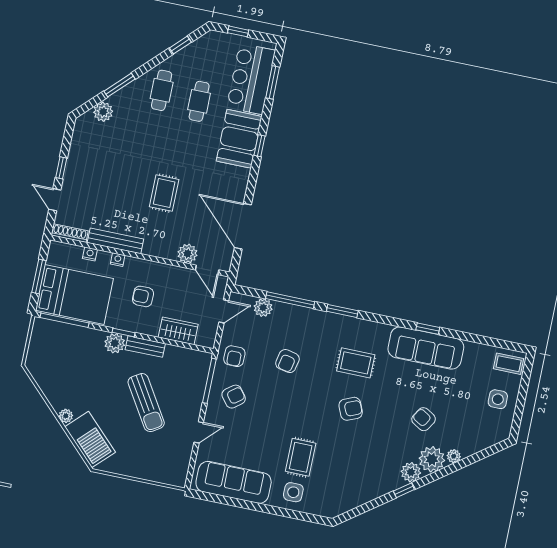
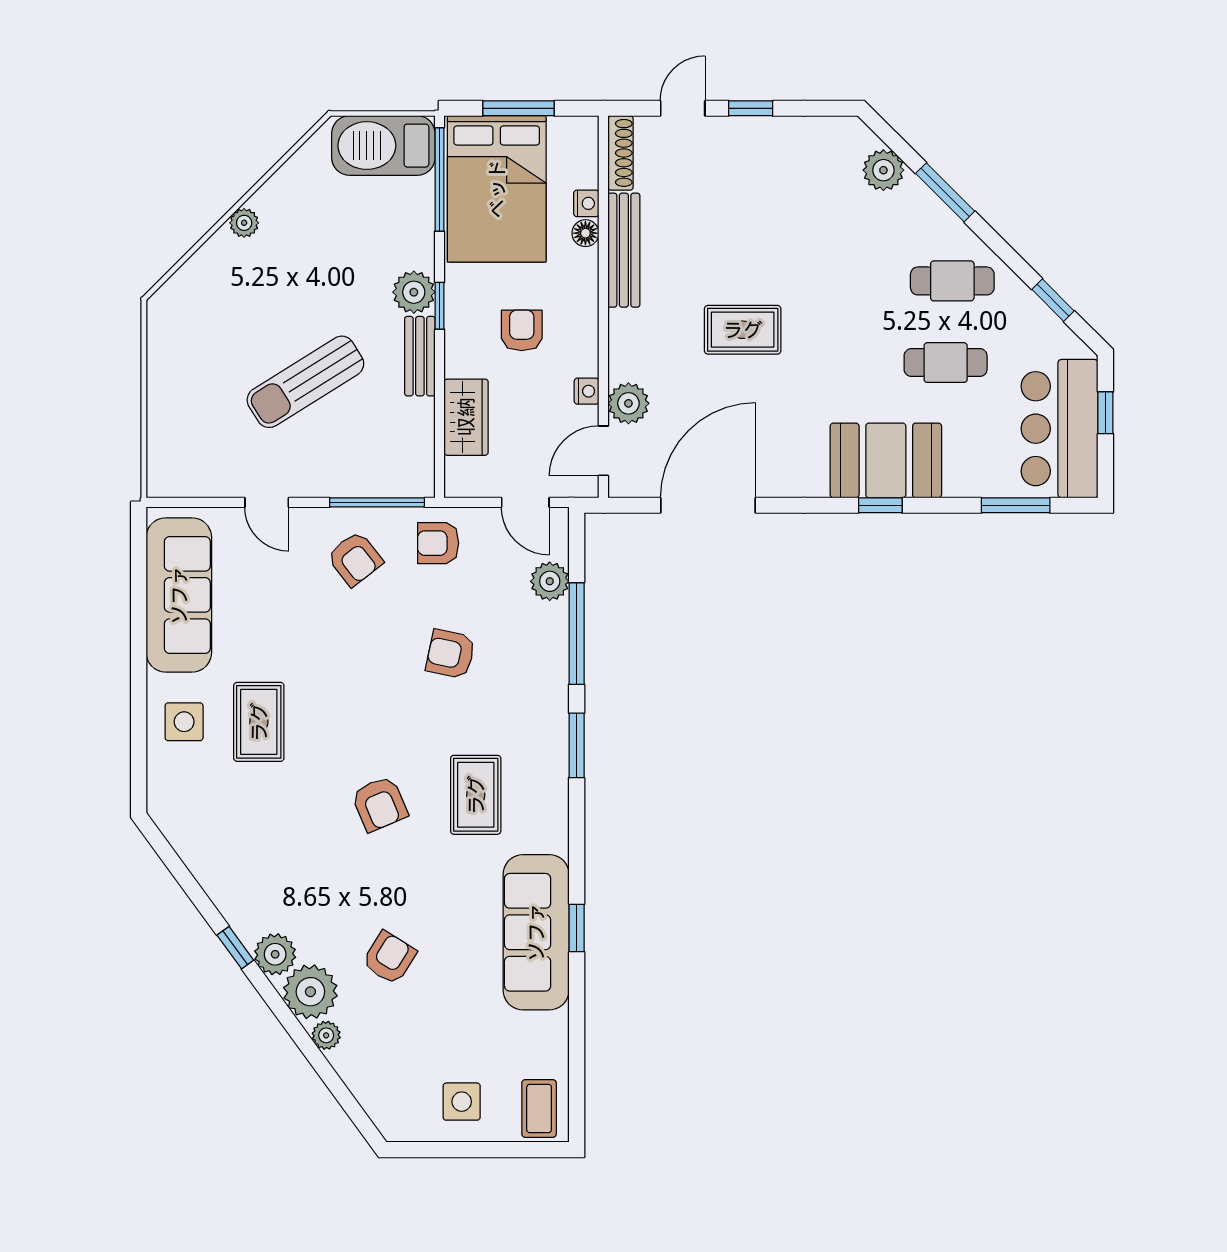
bar counter: (251, 79) -> (1060, 429), moved, turned -90
floor lamp: (104, 257) -> (585, 233), added
nightstand: (118, 260) -> (587, 391), moved
barbecue: (90, 439) -> (383, 146), moved, turned 45
rug: (301, 457) -> (259, 722), turned 90

